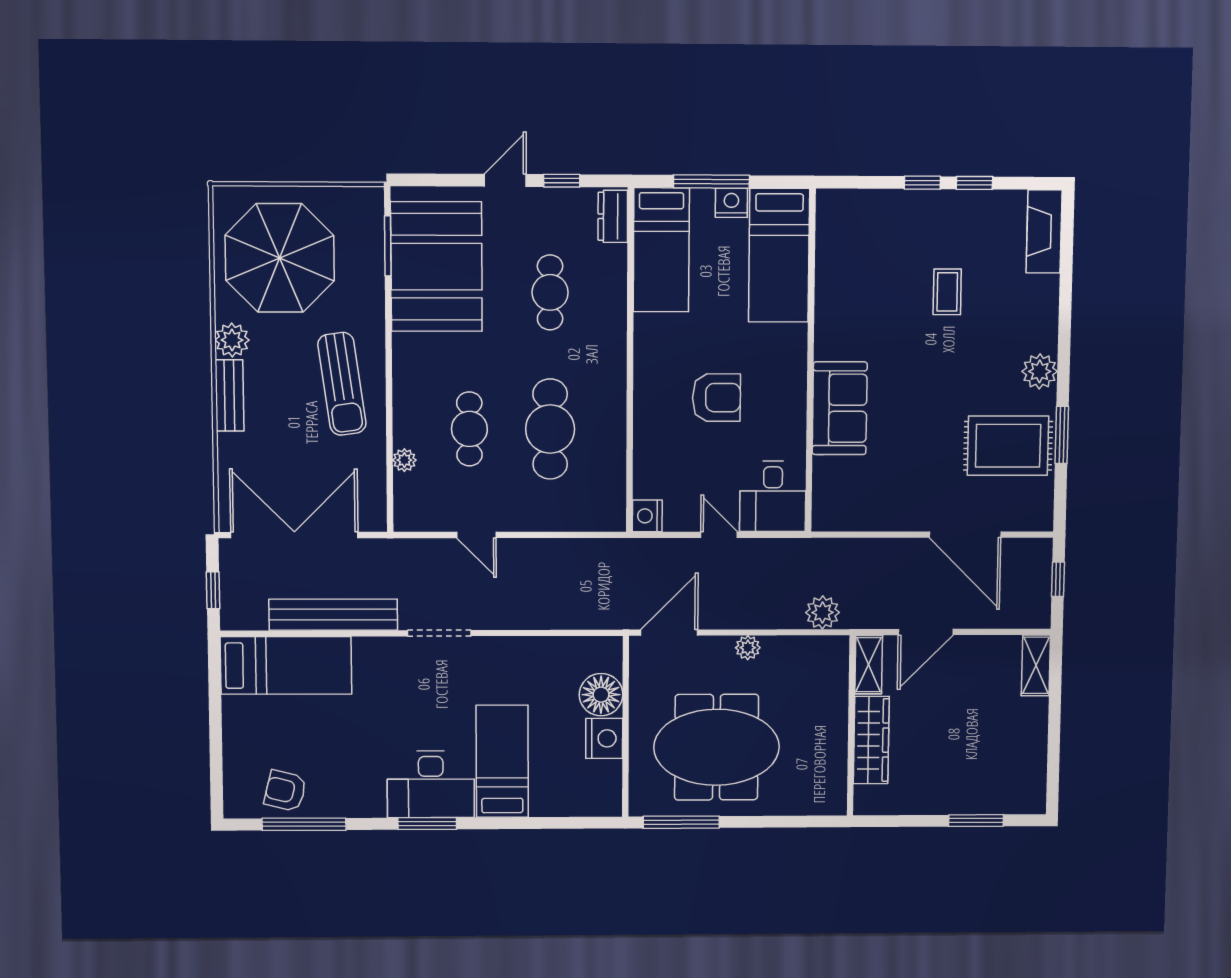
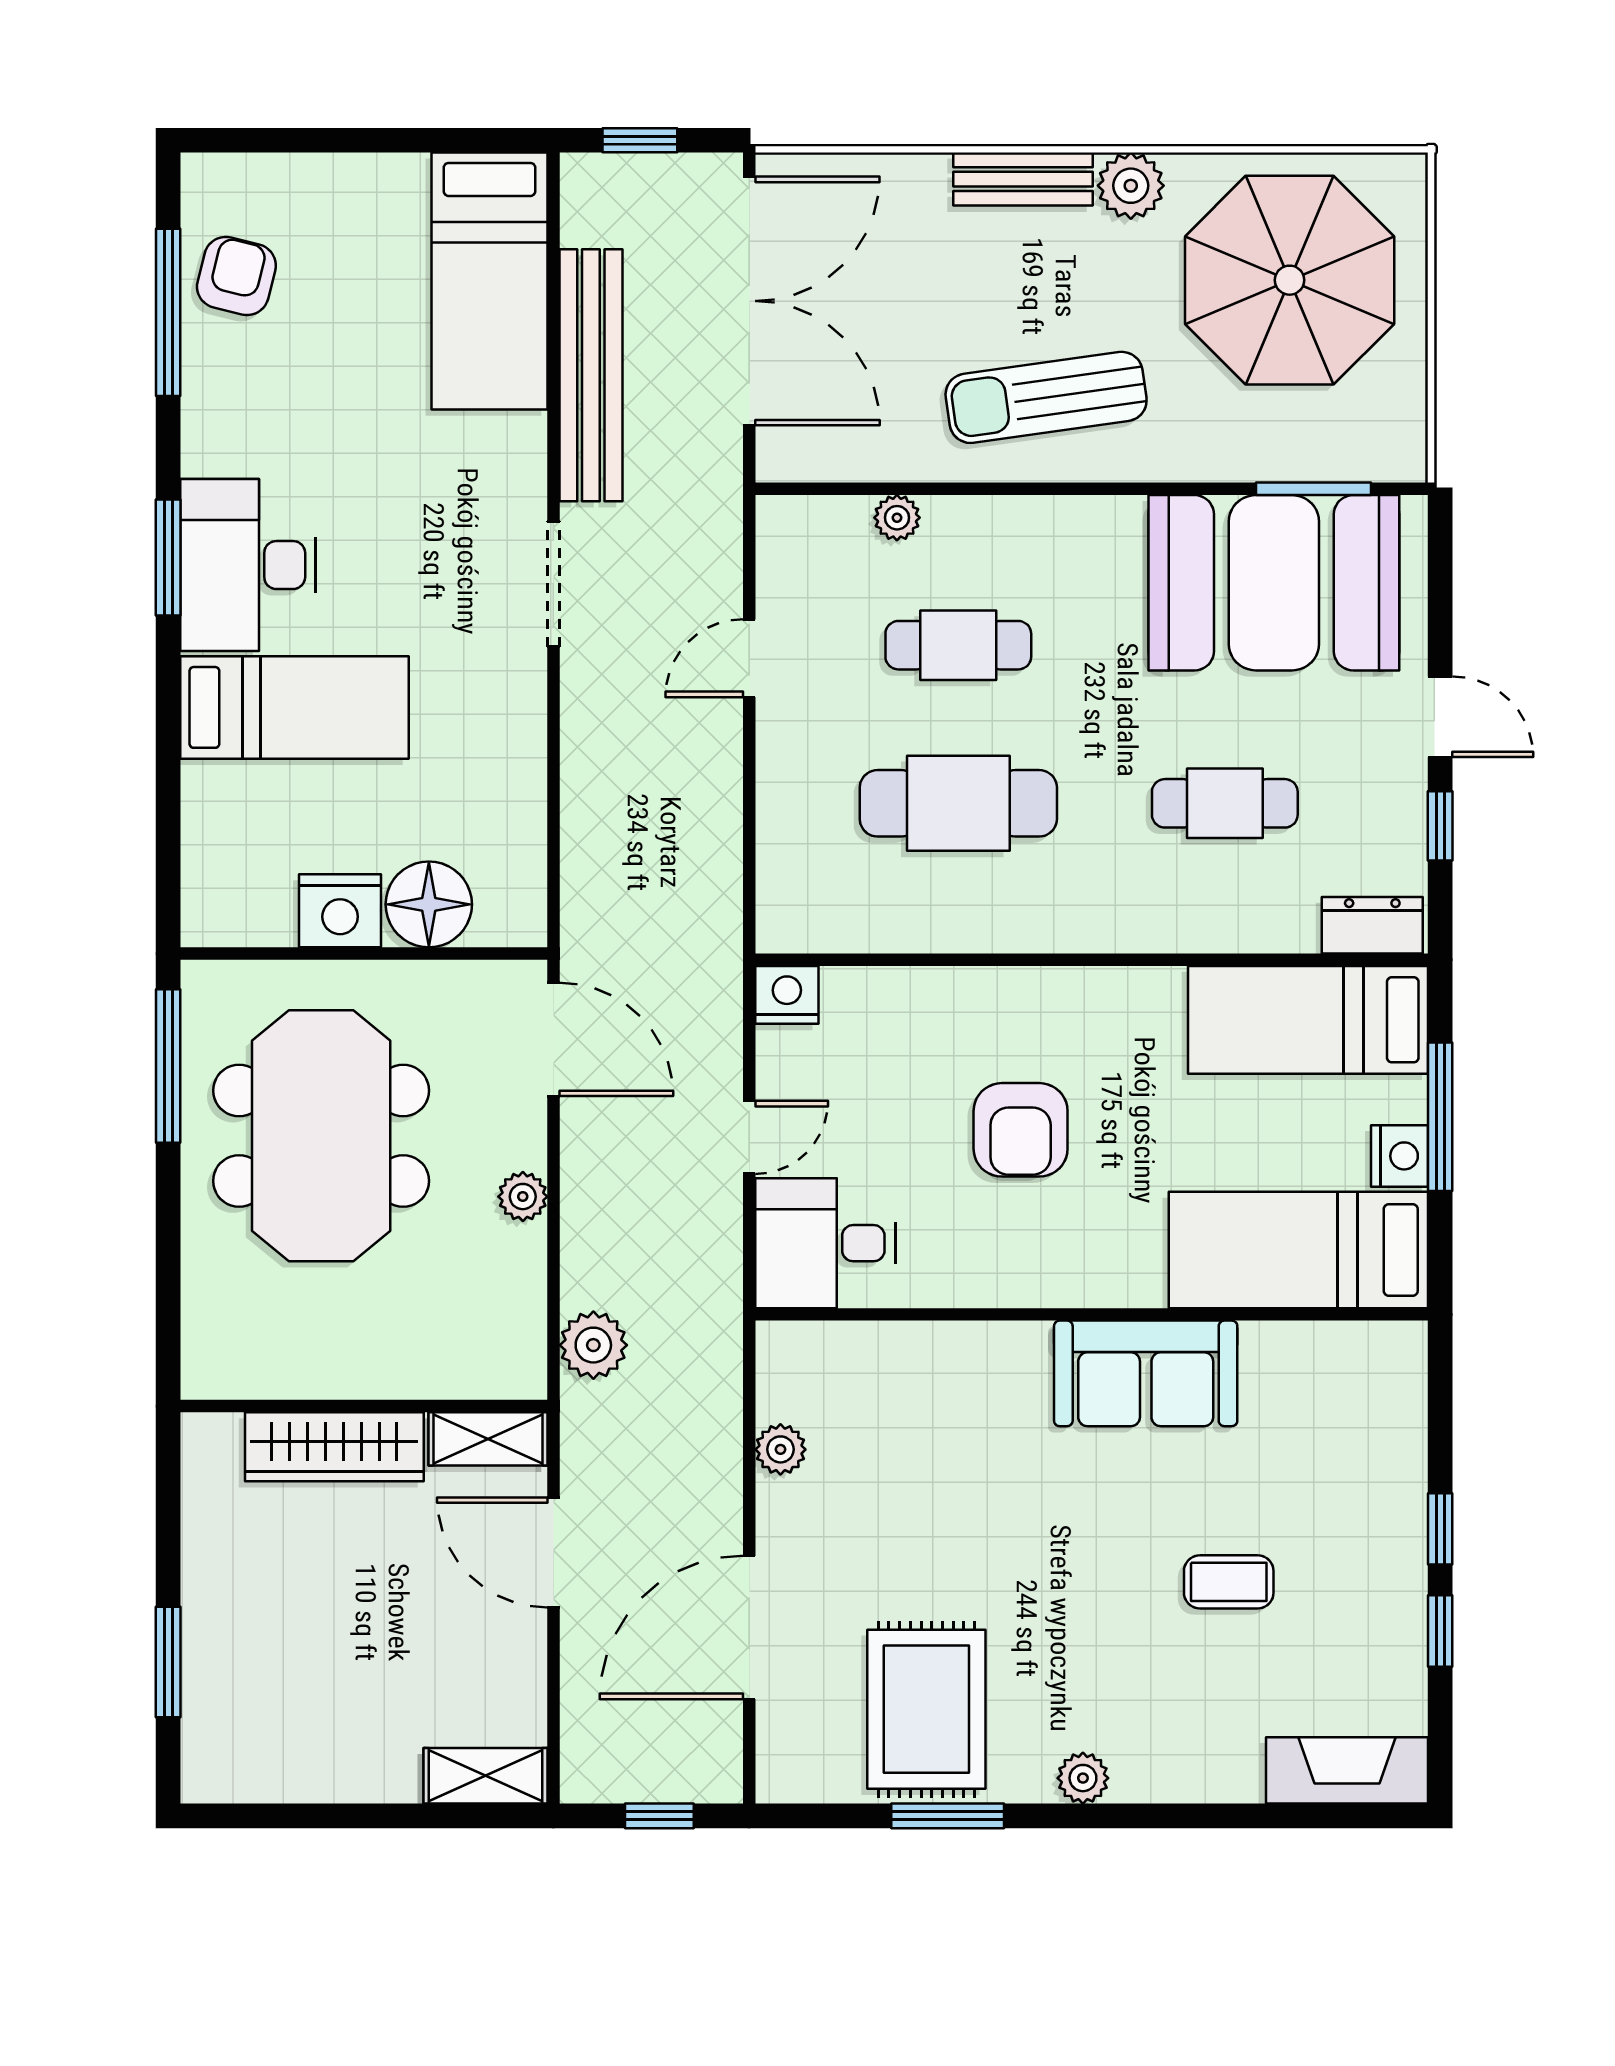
plant: (1040, 371) -> (1083, 1778), width x0.73, depth x0.73
sofa: (840, 408) -> (1146, 1373), moved
plant: (876, 519) -> (780, 1449), added

